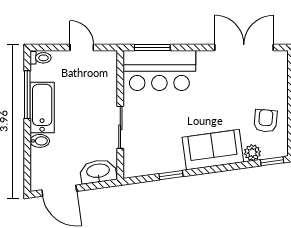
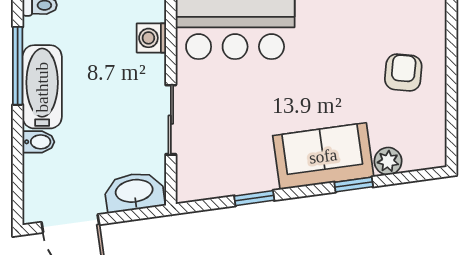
washing machine: (108, 78) -> (151, 38), added
armchair: (266, 121) -> (403, 73), moved
window: (272, 161) -> (354, 184), moved

